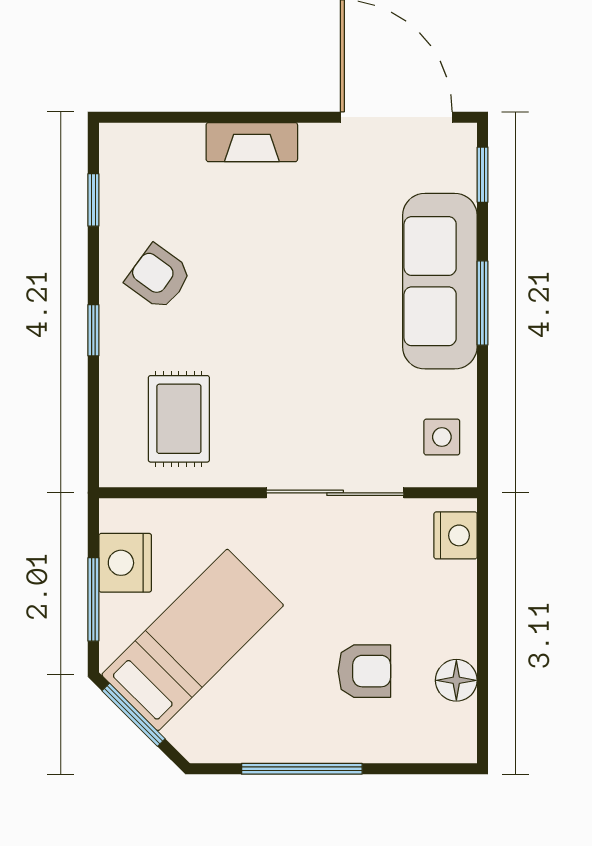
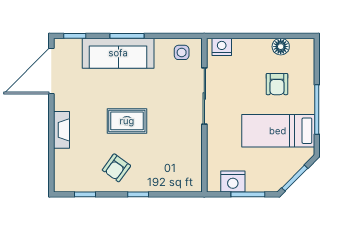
rug: (179, 419) -> (127, 121), moved
bed: (193, 640) -> (278, 131), moved, turned -45
armchair: (364, 671) -> (277, 84), turned 180

